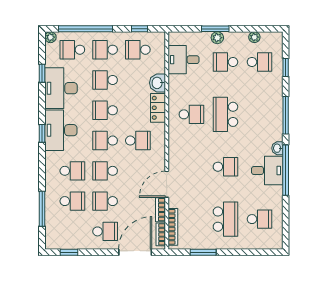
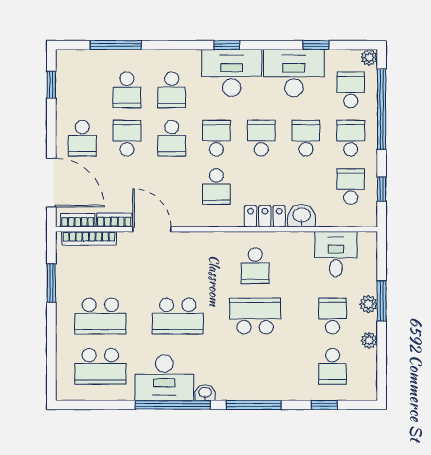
plant: (254, 37) -> (369, 340), moved
school desk: (225, 167) -> (178, 316), width x1.85
desk: (267, 170) -> (164, 378), width x1.37
school desk: (105, 171) -> (172, 138), turned 180
school desk: (259, 219) -> (100, 366), width x1.85

